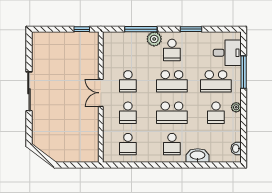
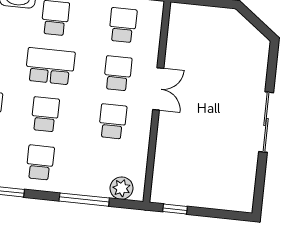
plant: (154, 39) -> (122, 188), moved
school desk: (172, 81) -> (45, 114), width x0.54
double door: (101, 93) -> (158, 89), moved

